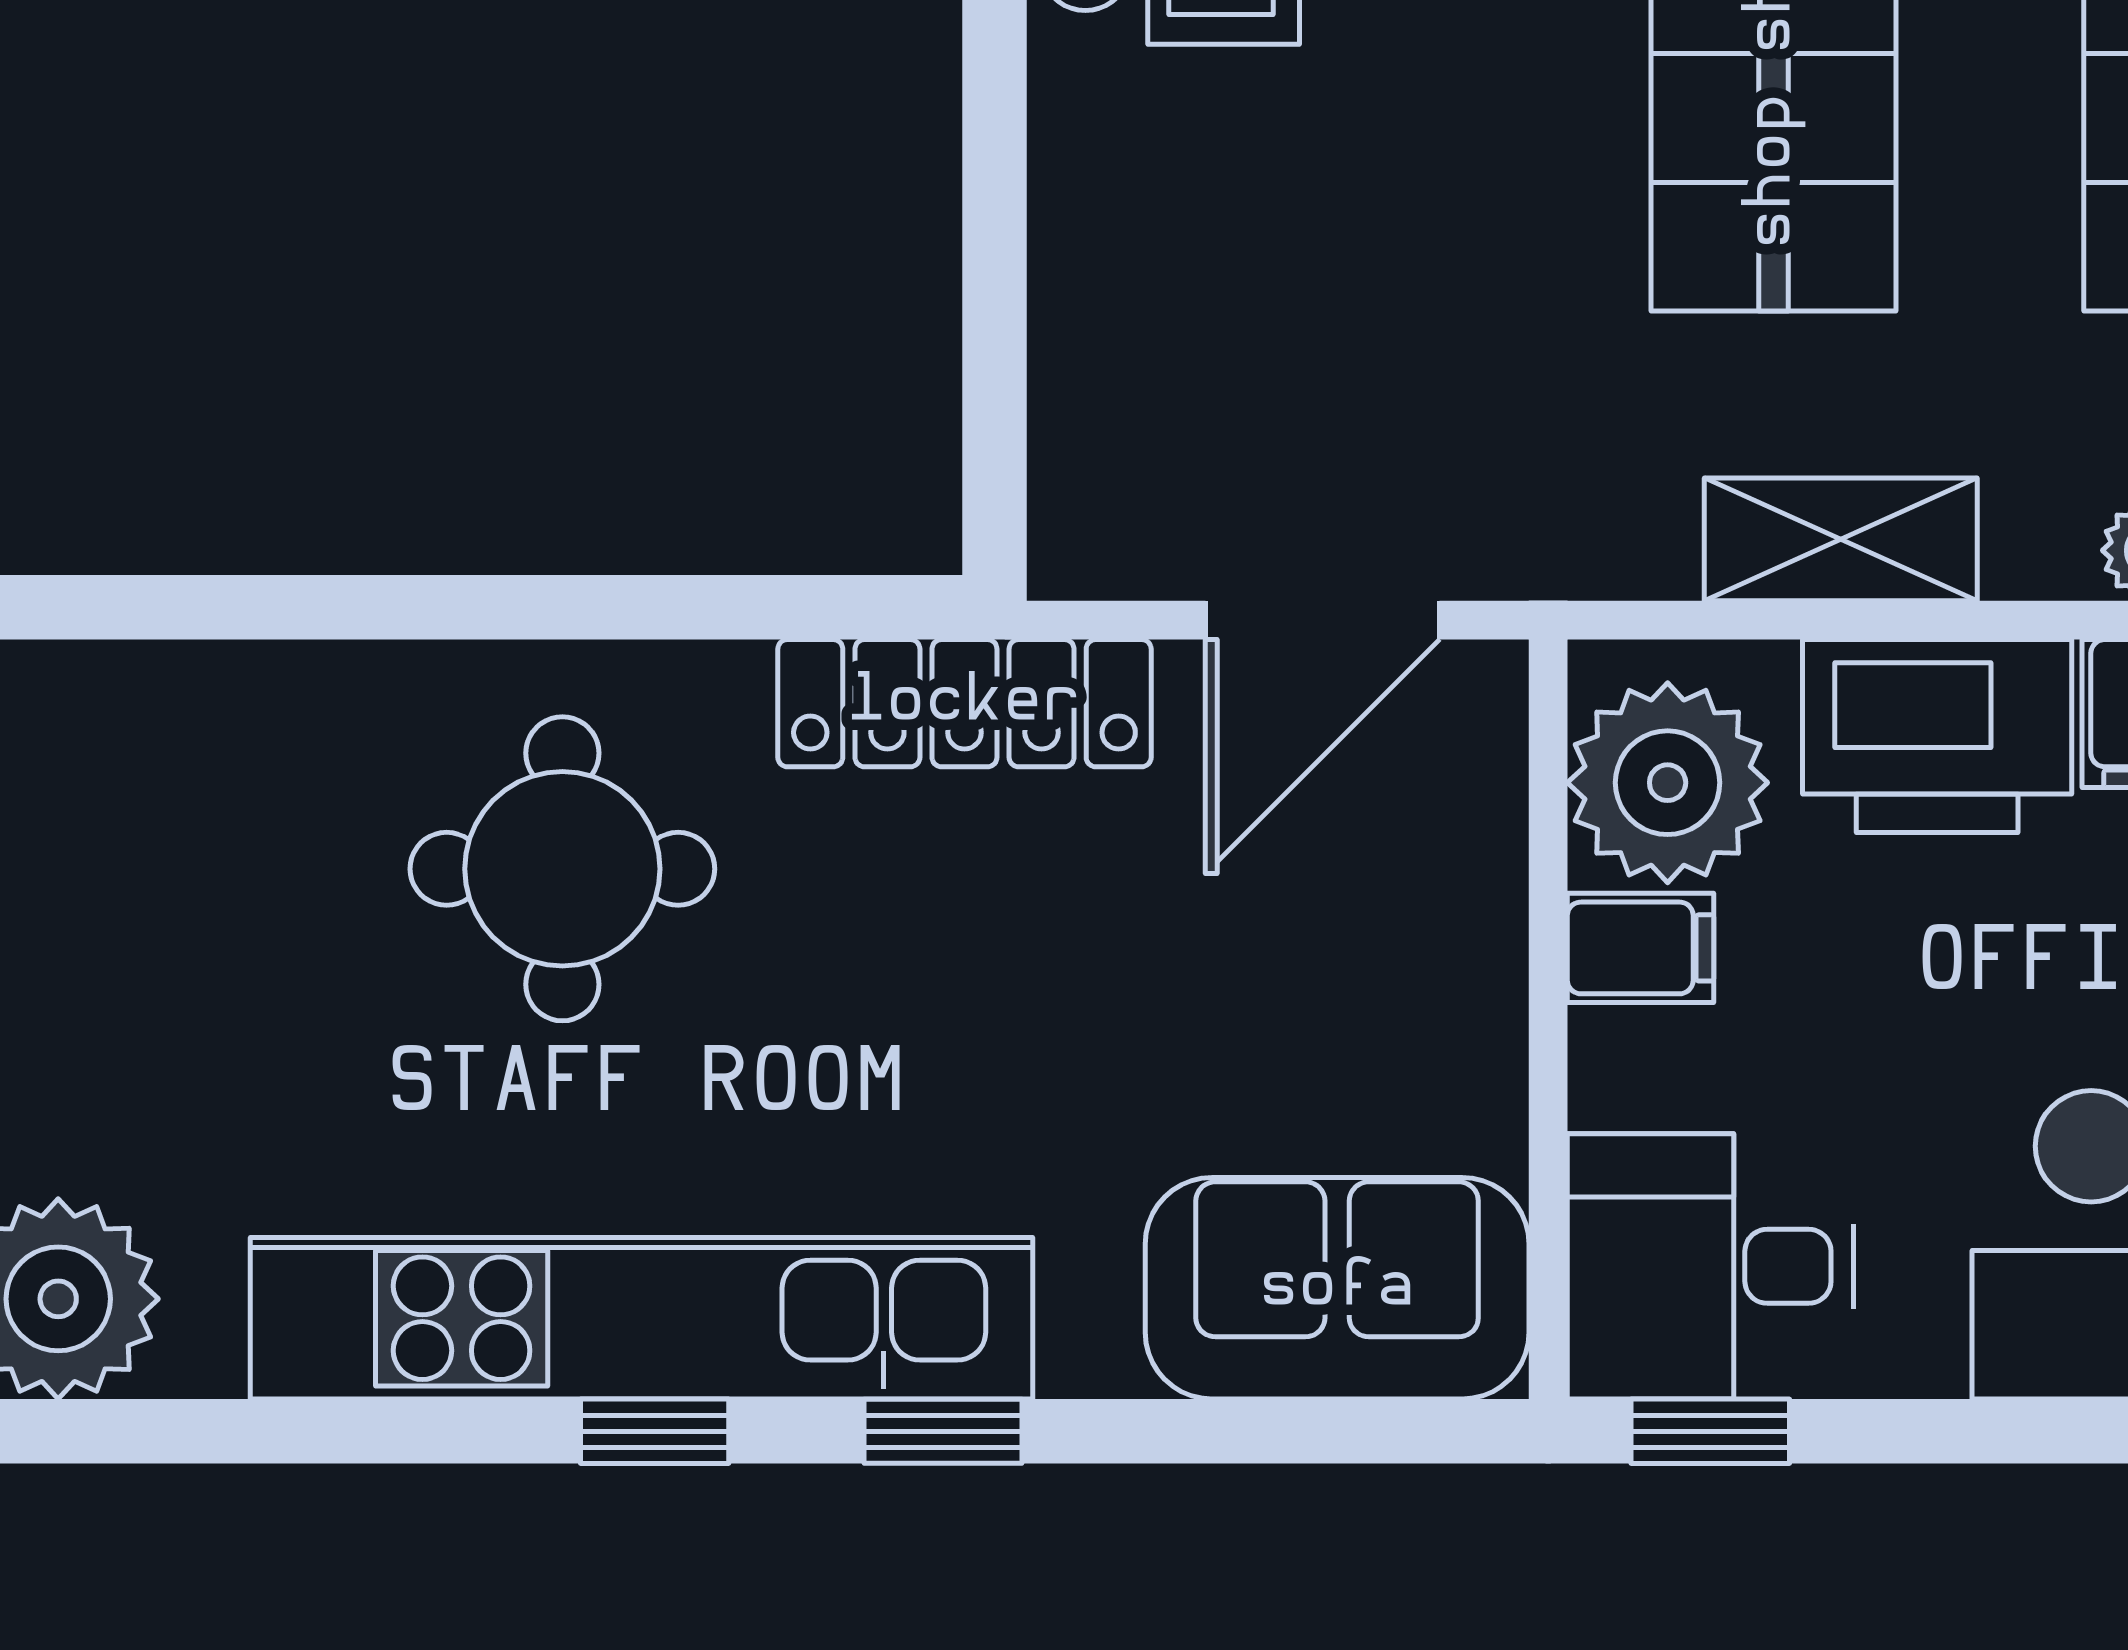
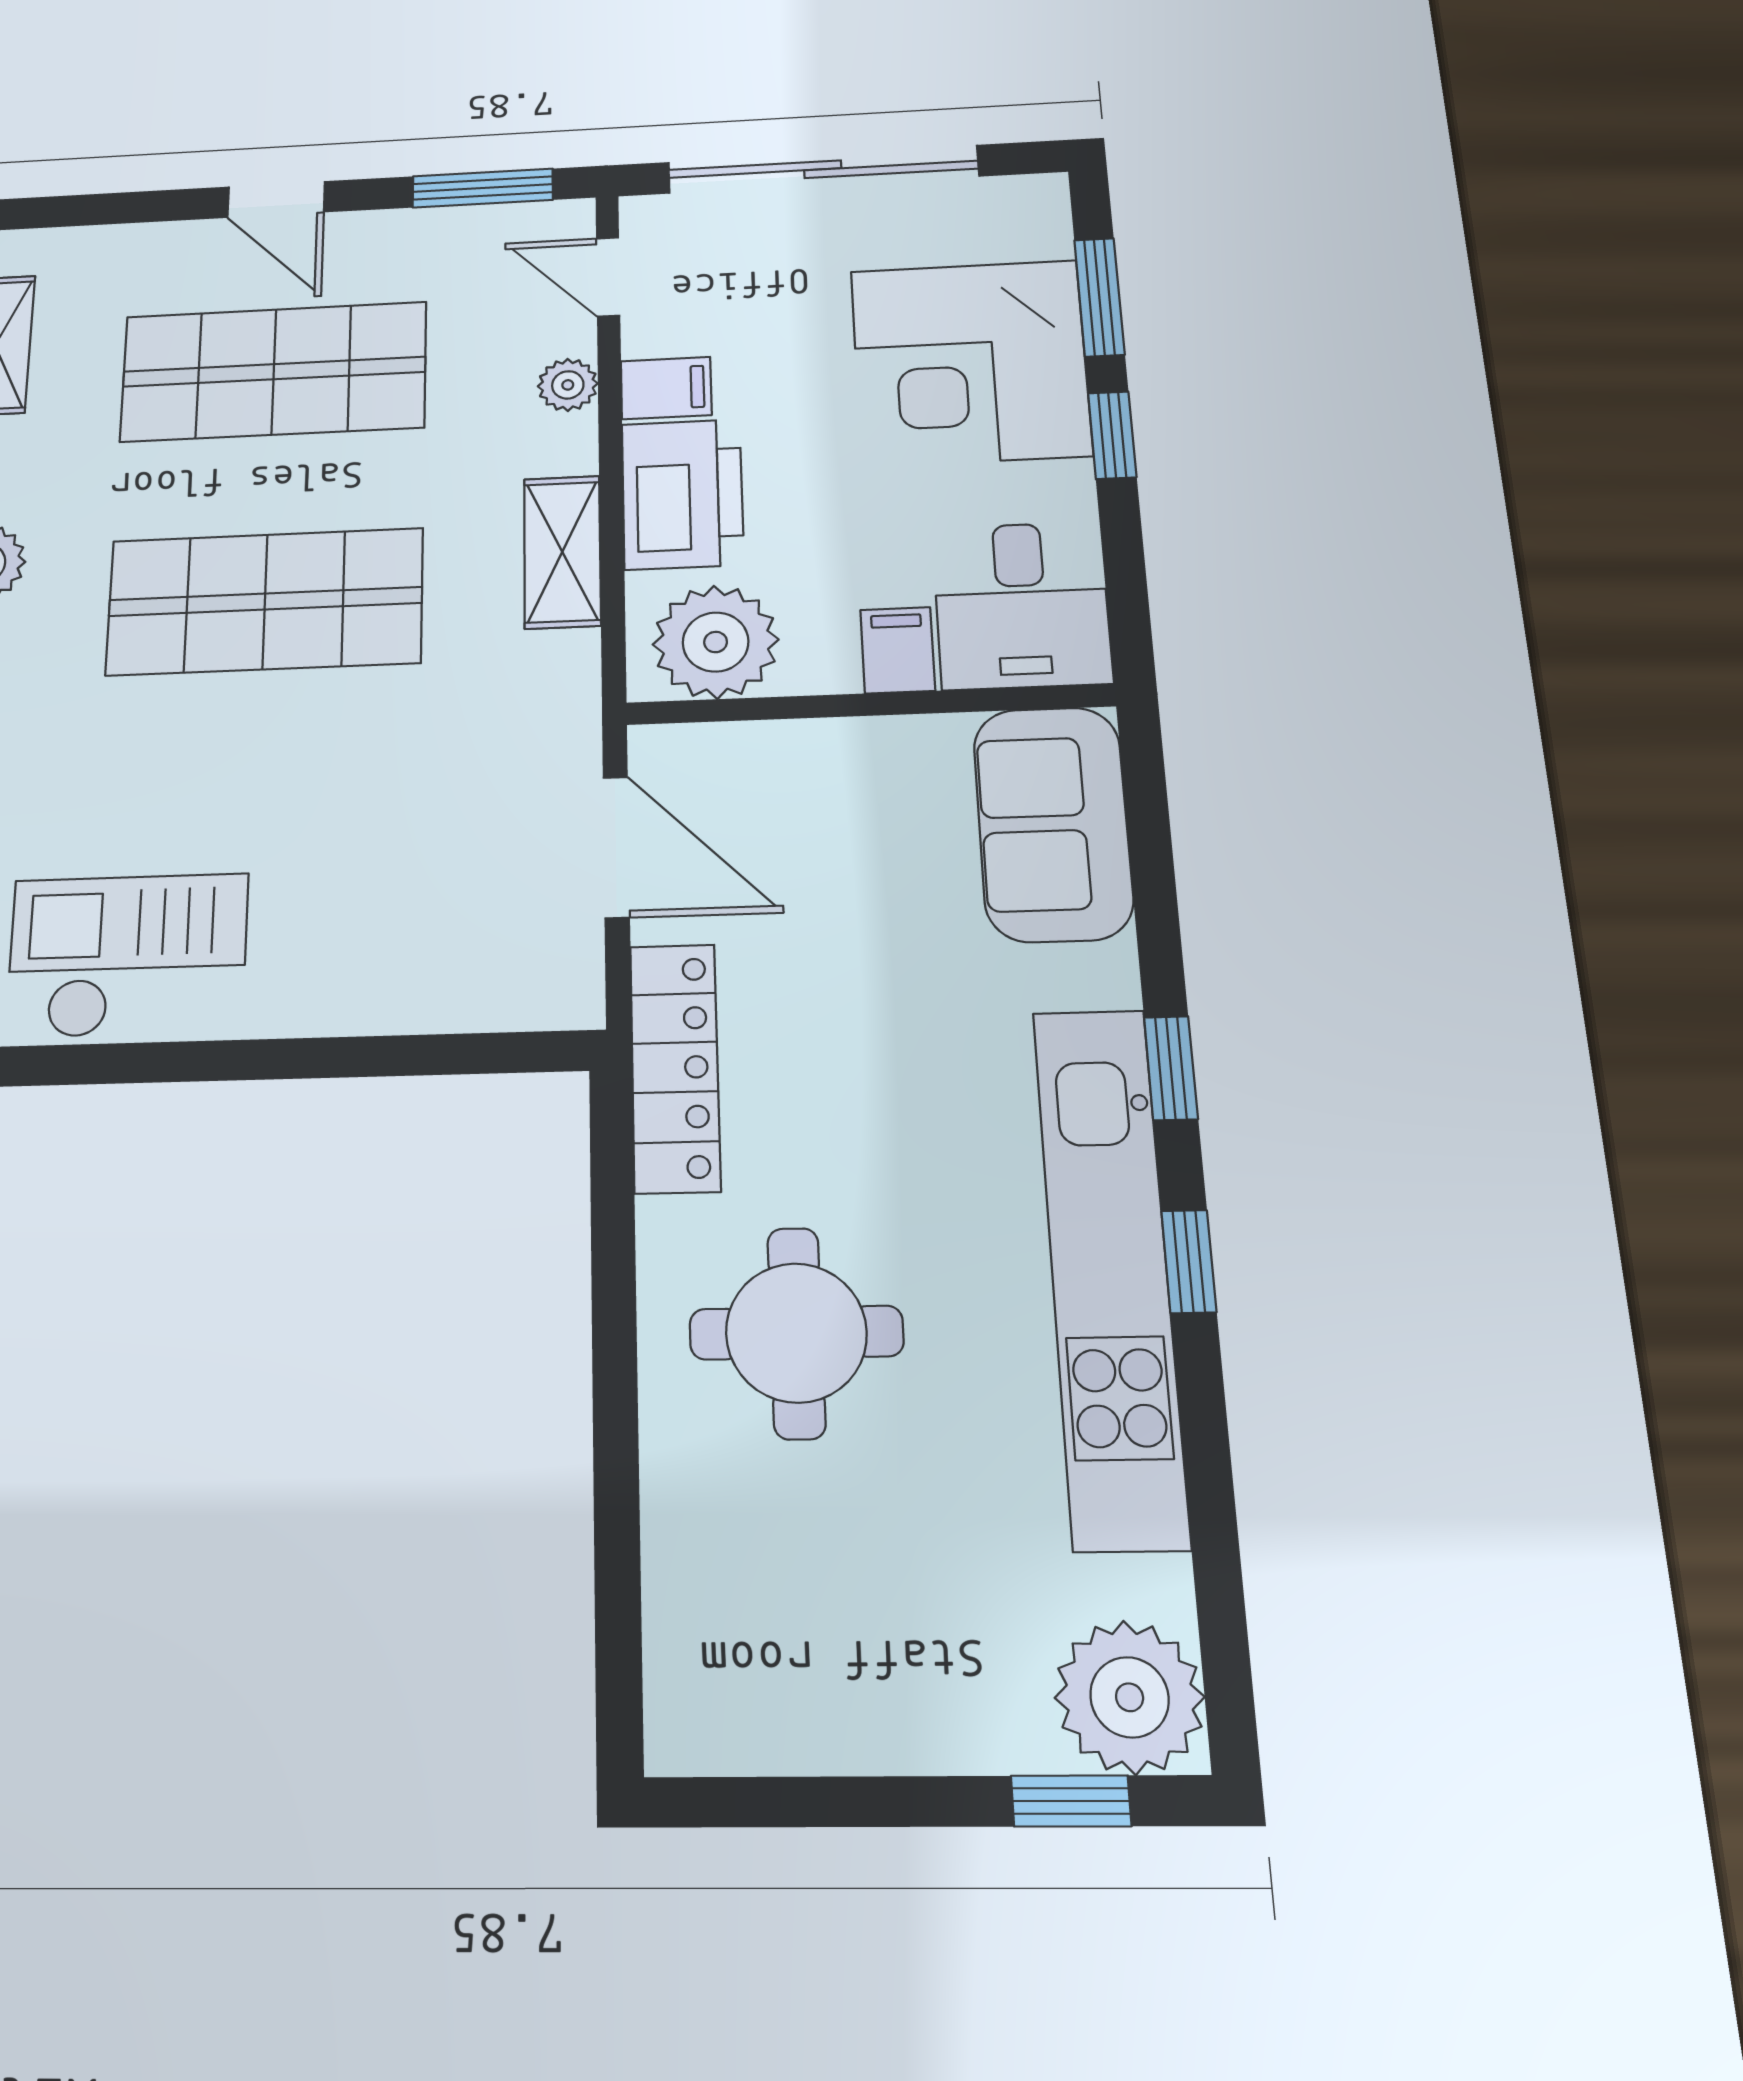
filing cabinet: (1641, 948) -> (898, 650), moved
window: (1710, 1431) -> (1112, 435), moved

